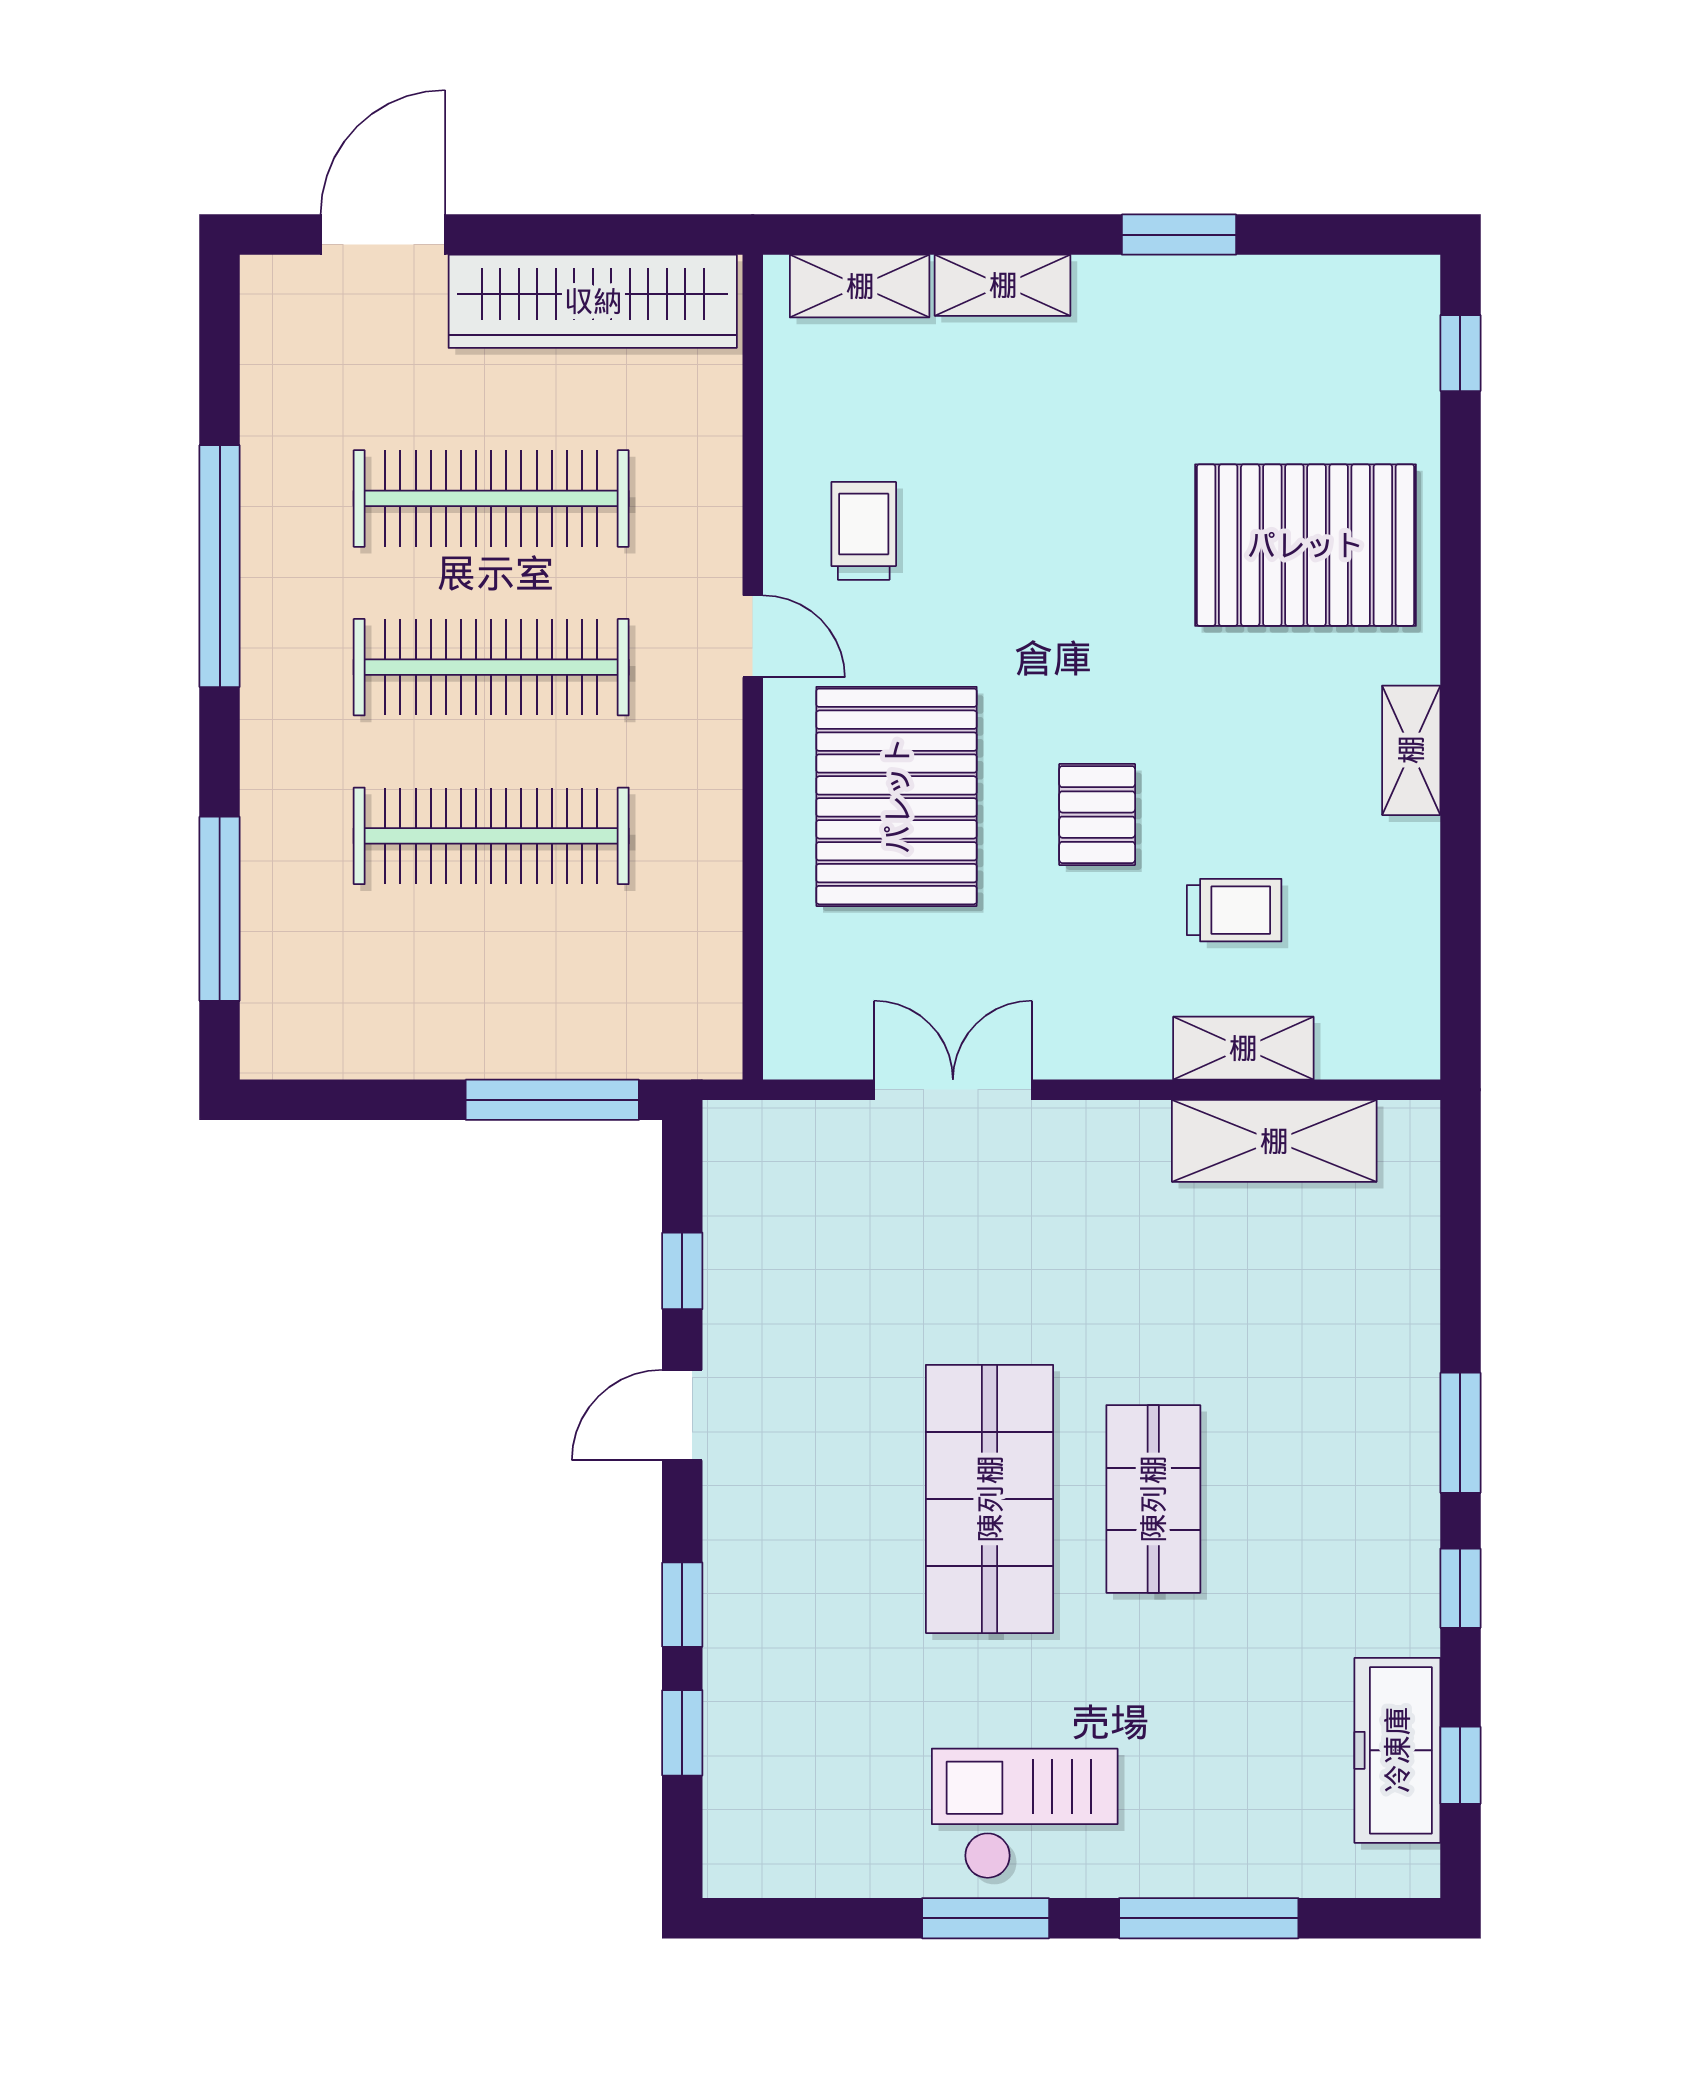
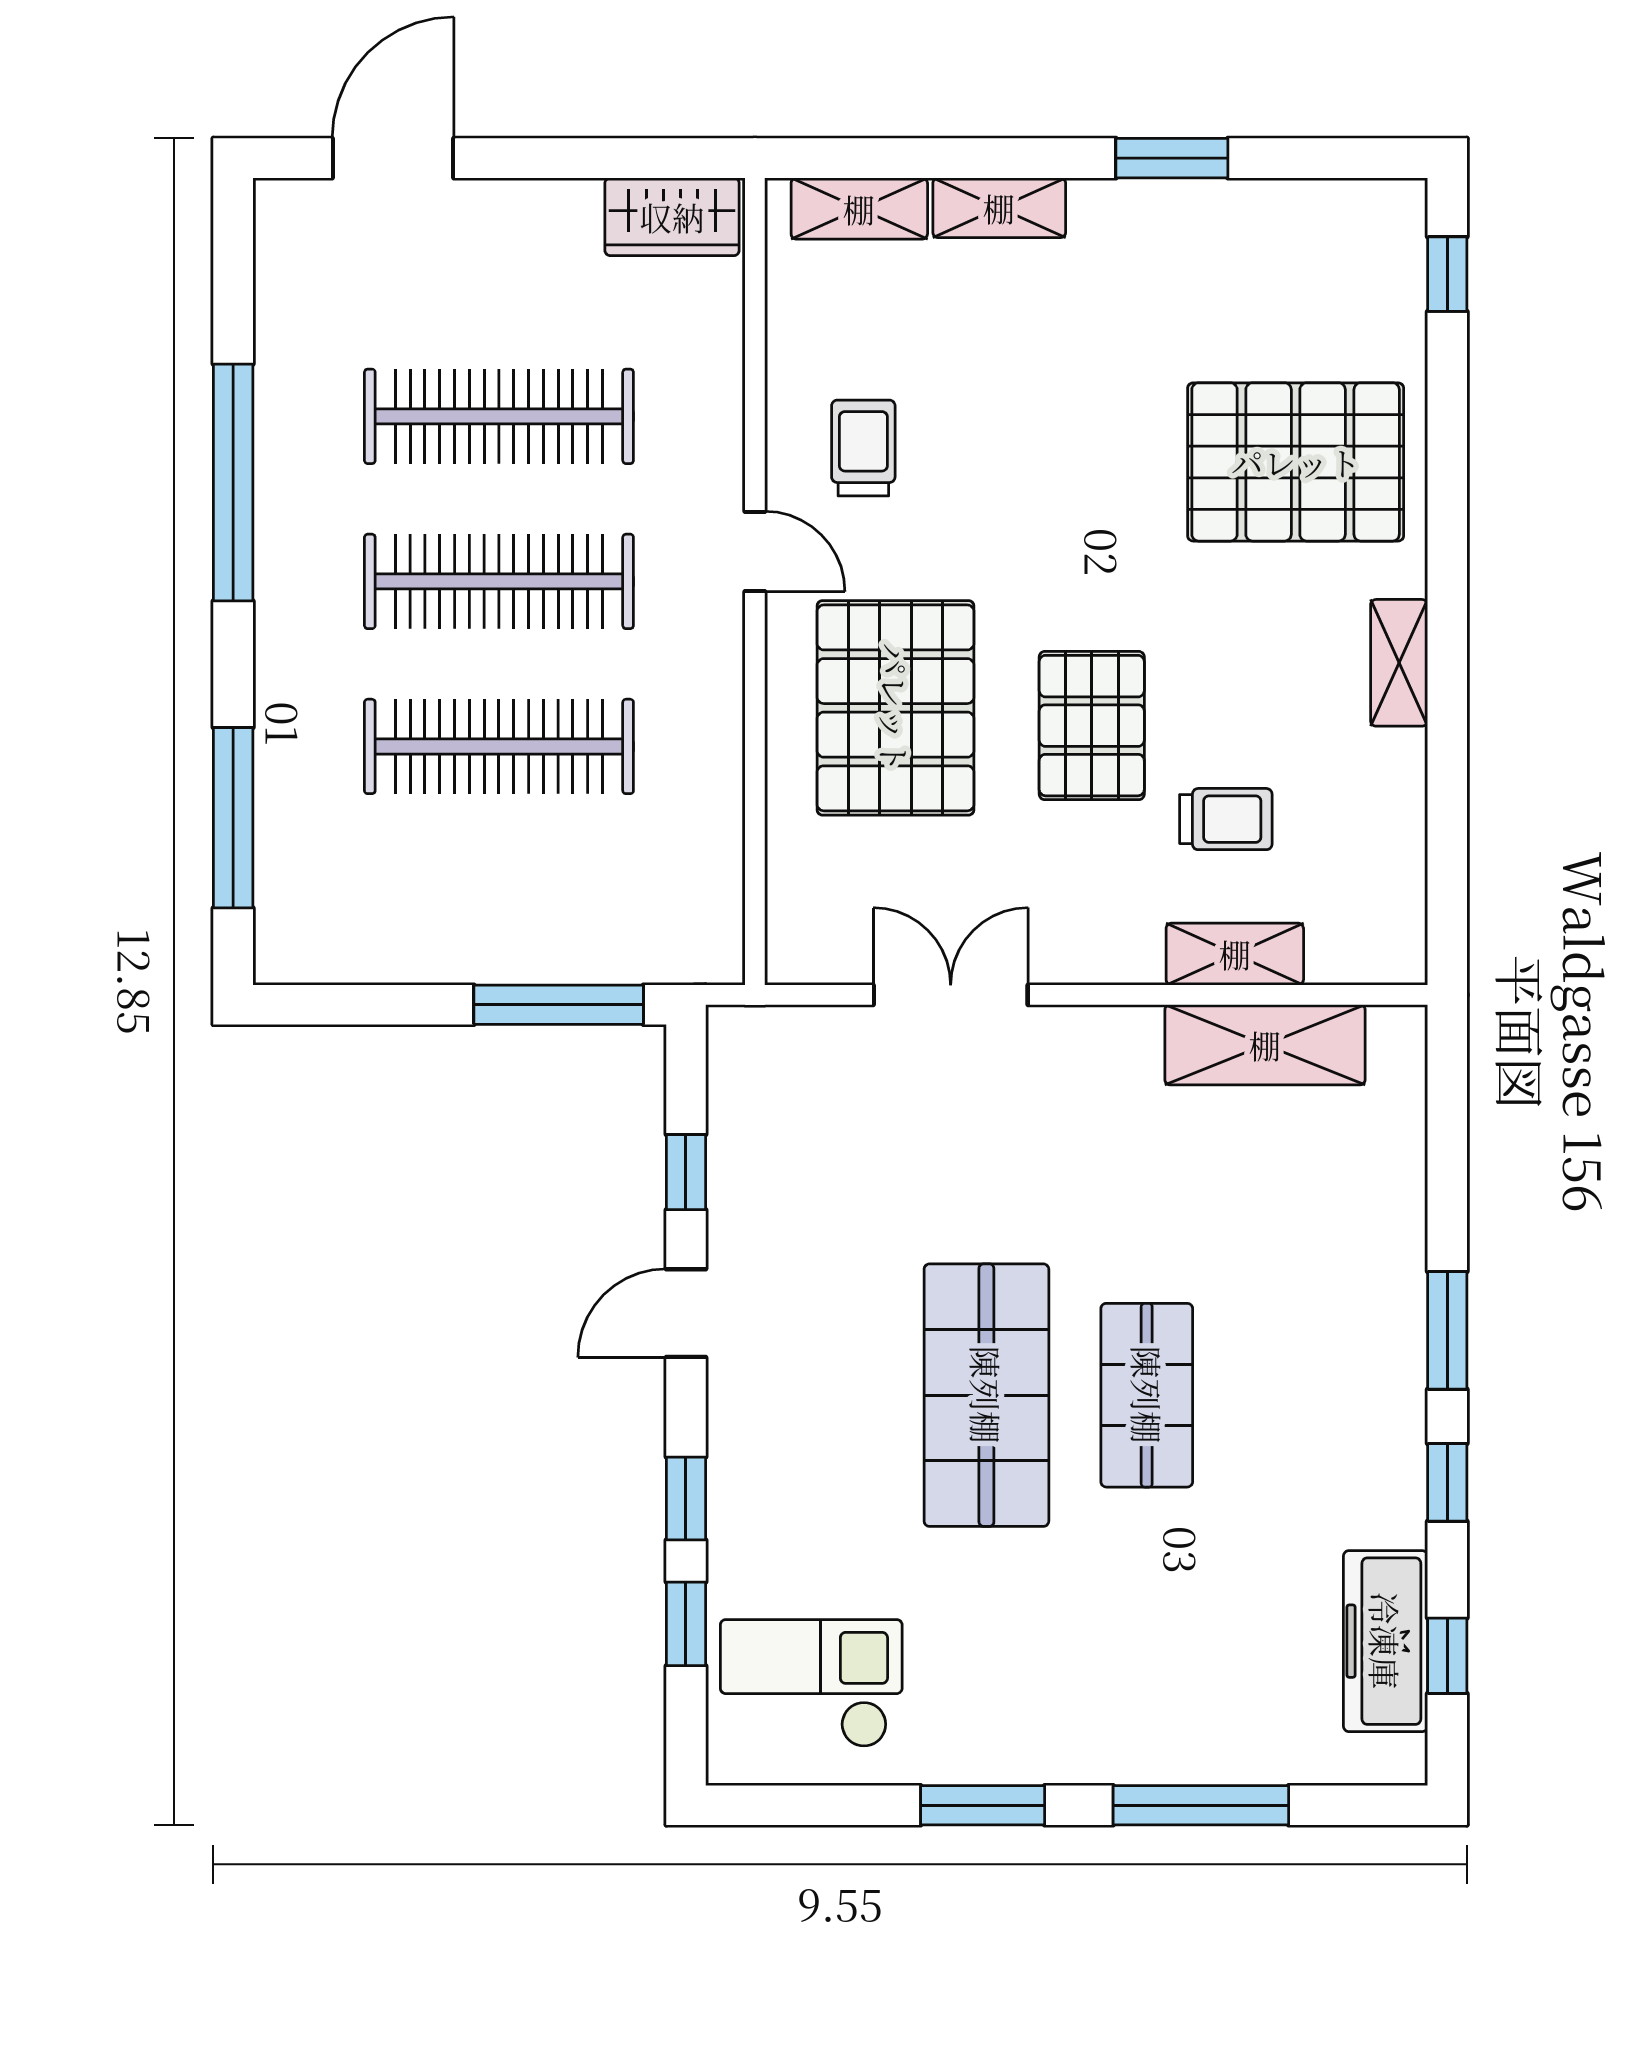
wardrobe: (593, 301) -> (672, 217), width x0.48, depth x0.85
pallet: (1097, 815) -> (1092, 726), width x1.50, depth x1.42
checkout: (1025, 1814) -> (811, 1683), moved

